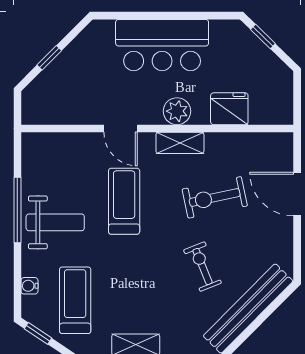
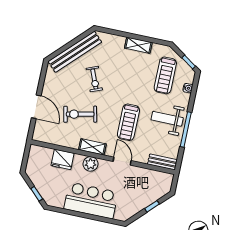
bench: (47, 142) -> (162, 162), added
exercise bike: (215, 197) -> (80, 114), turned 180

